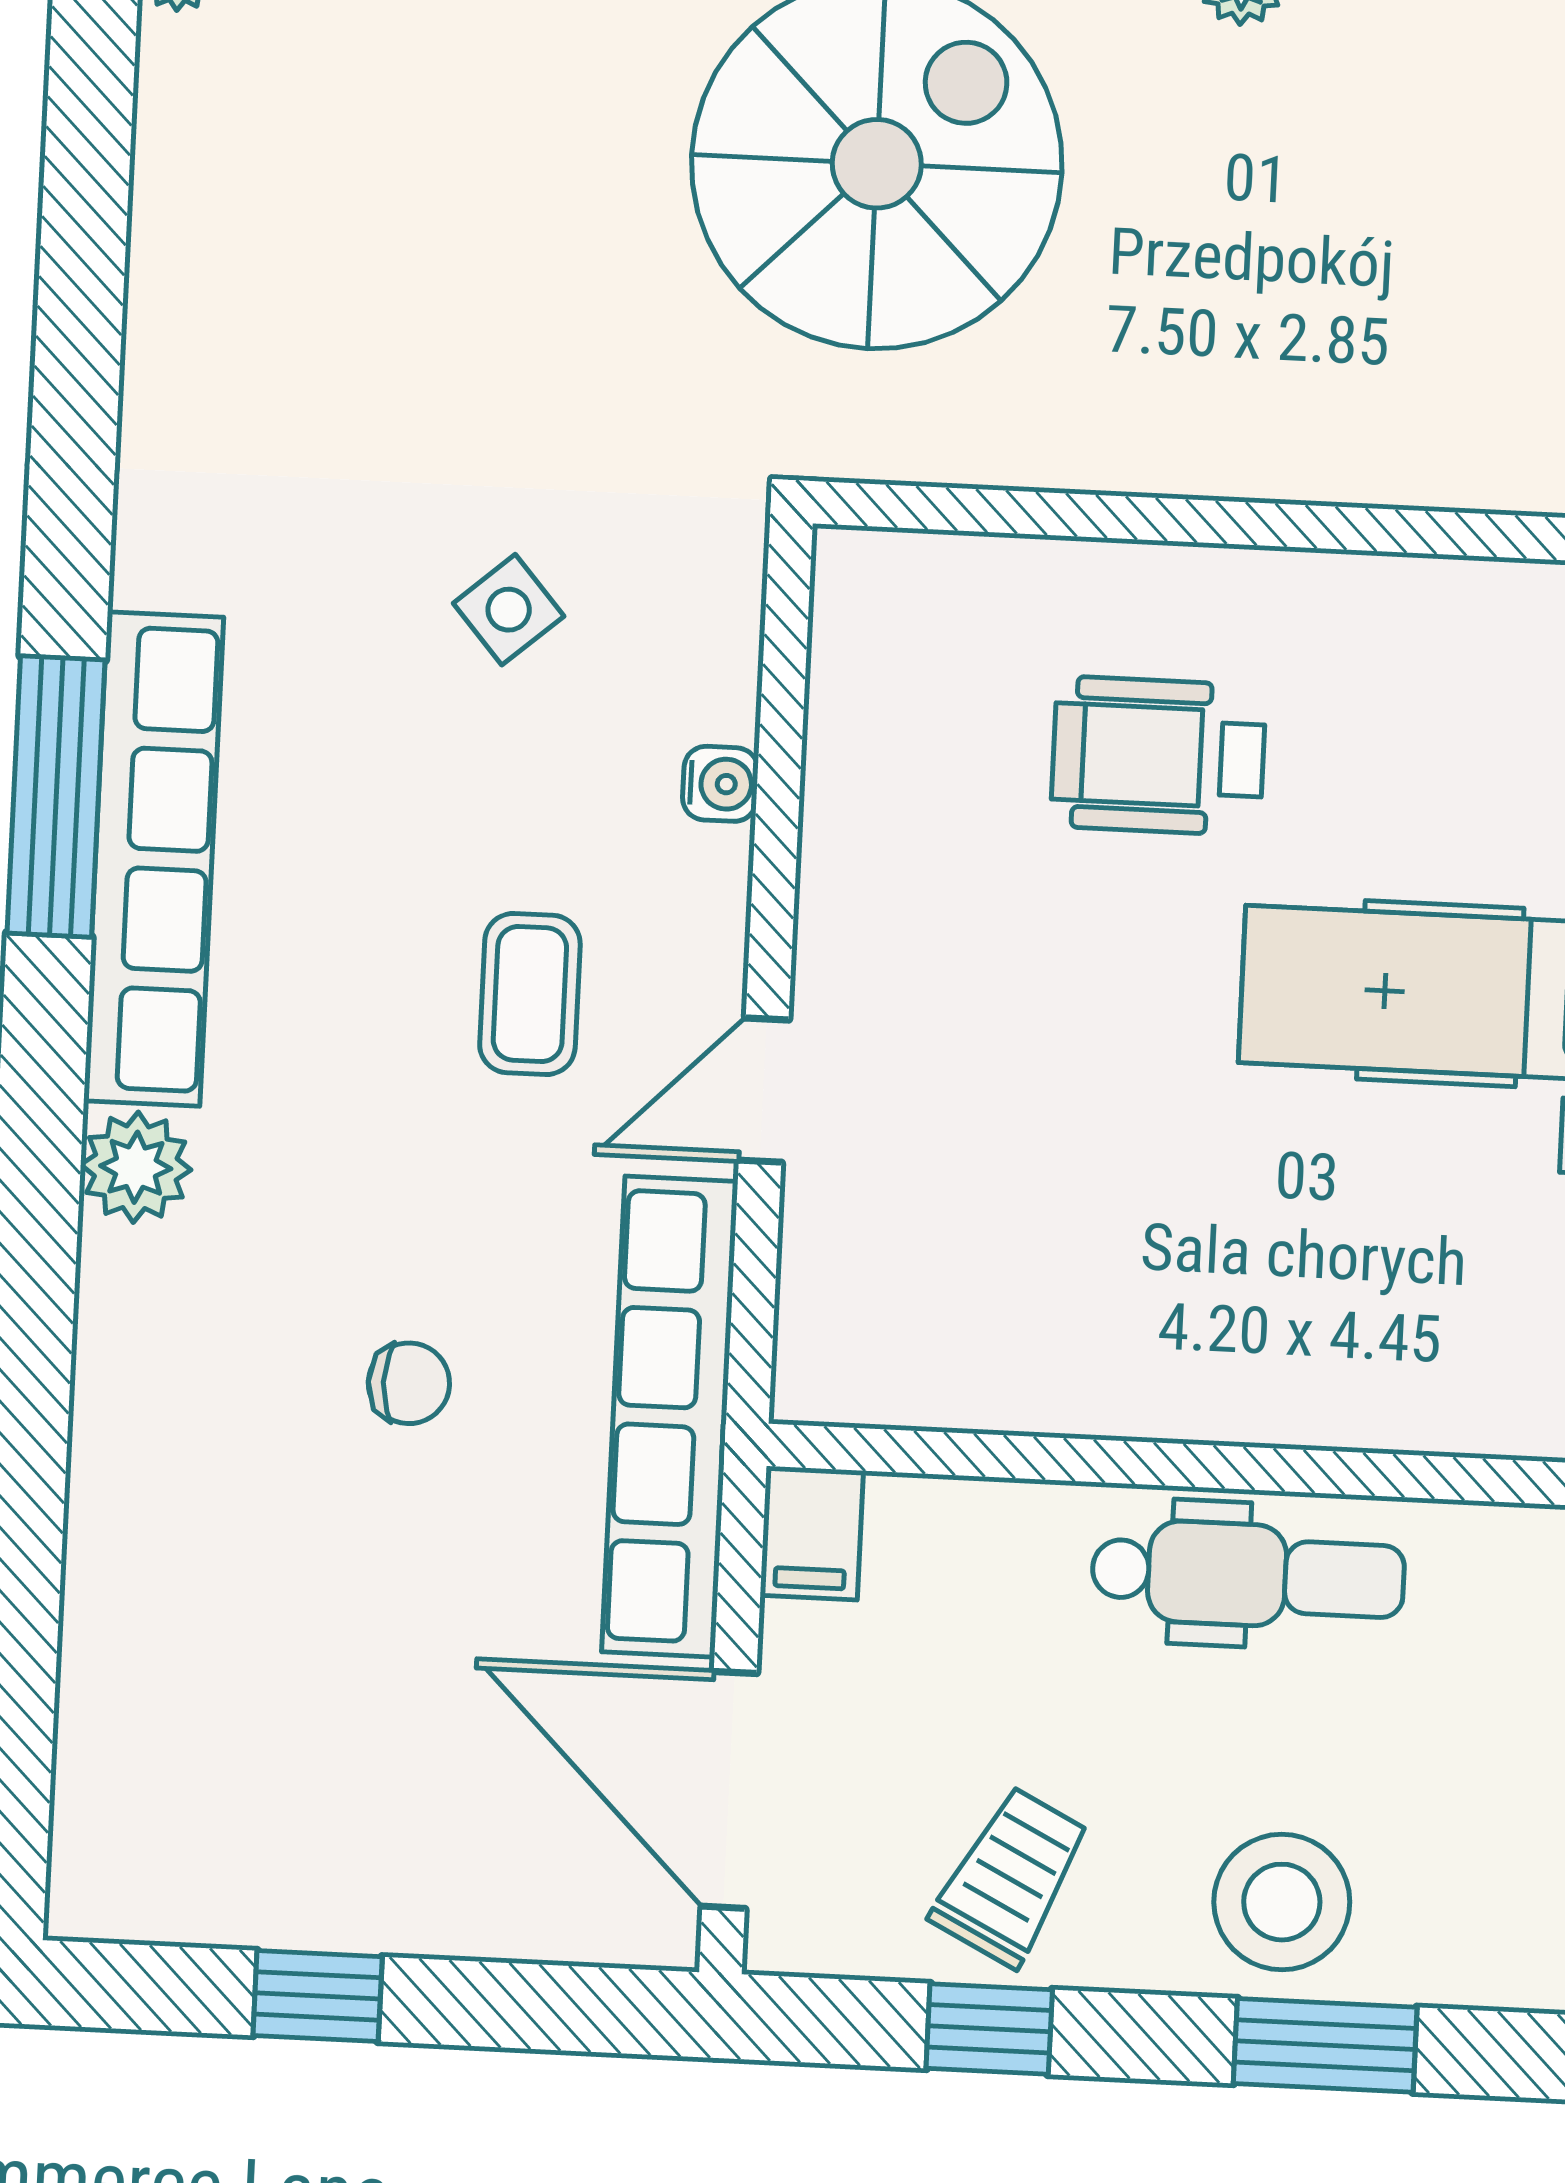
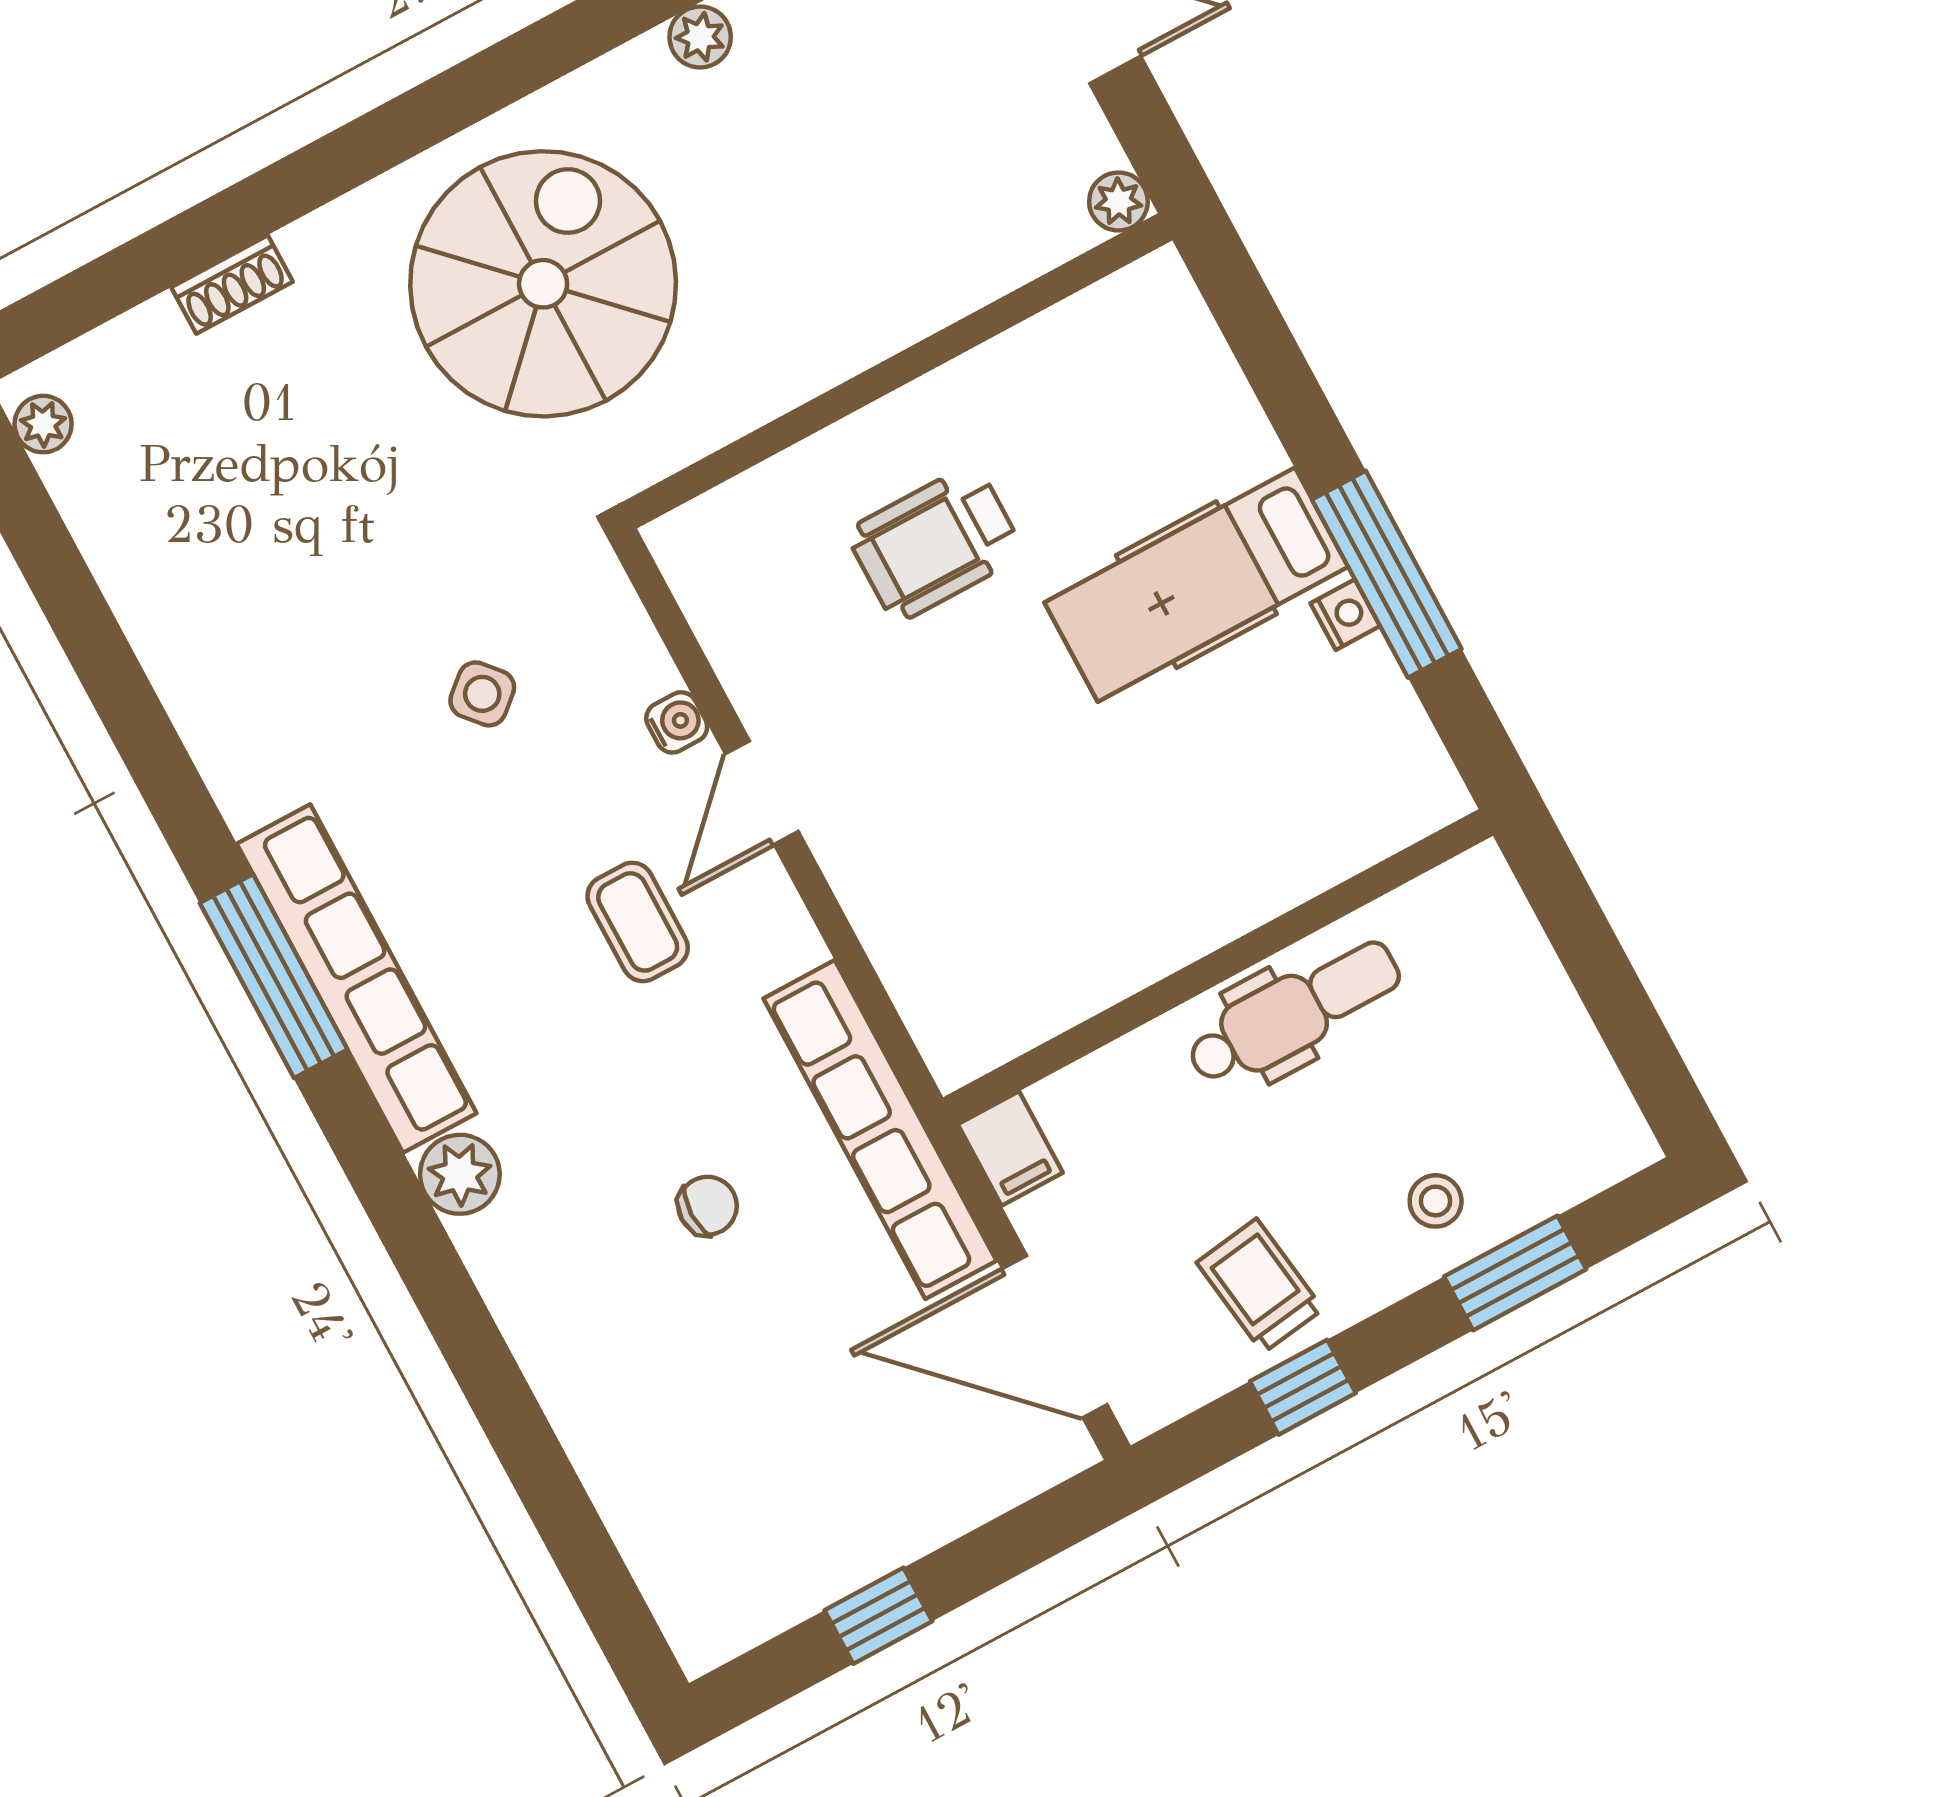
door: (764, 1090) -> (762, 793), moved
trolley: (1011, 1877) -> (1260, 1286), turned -35
stool: (1282, 1902) -> (1436, 1201), width x0.53, depth x0.53

